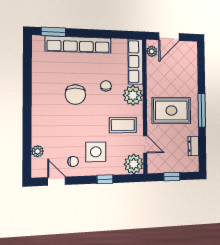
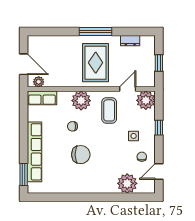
row of seats: (135, 62) -> (42, 98), width x0.68
plant: (37, 151) -> (127, 183), width x1.88, depth x1.88
side table: (96, 152) -> (134, 136), width x0.54, depth x0.54

